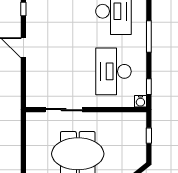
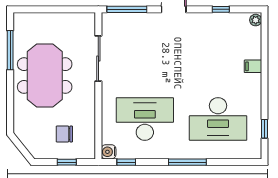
window: (23, 86) -> (127, 9), added
chair: (126, 138) -> (64, 134), added

